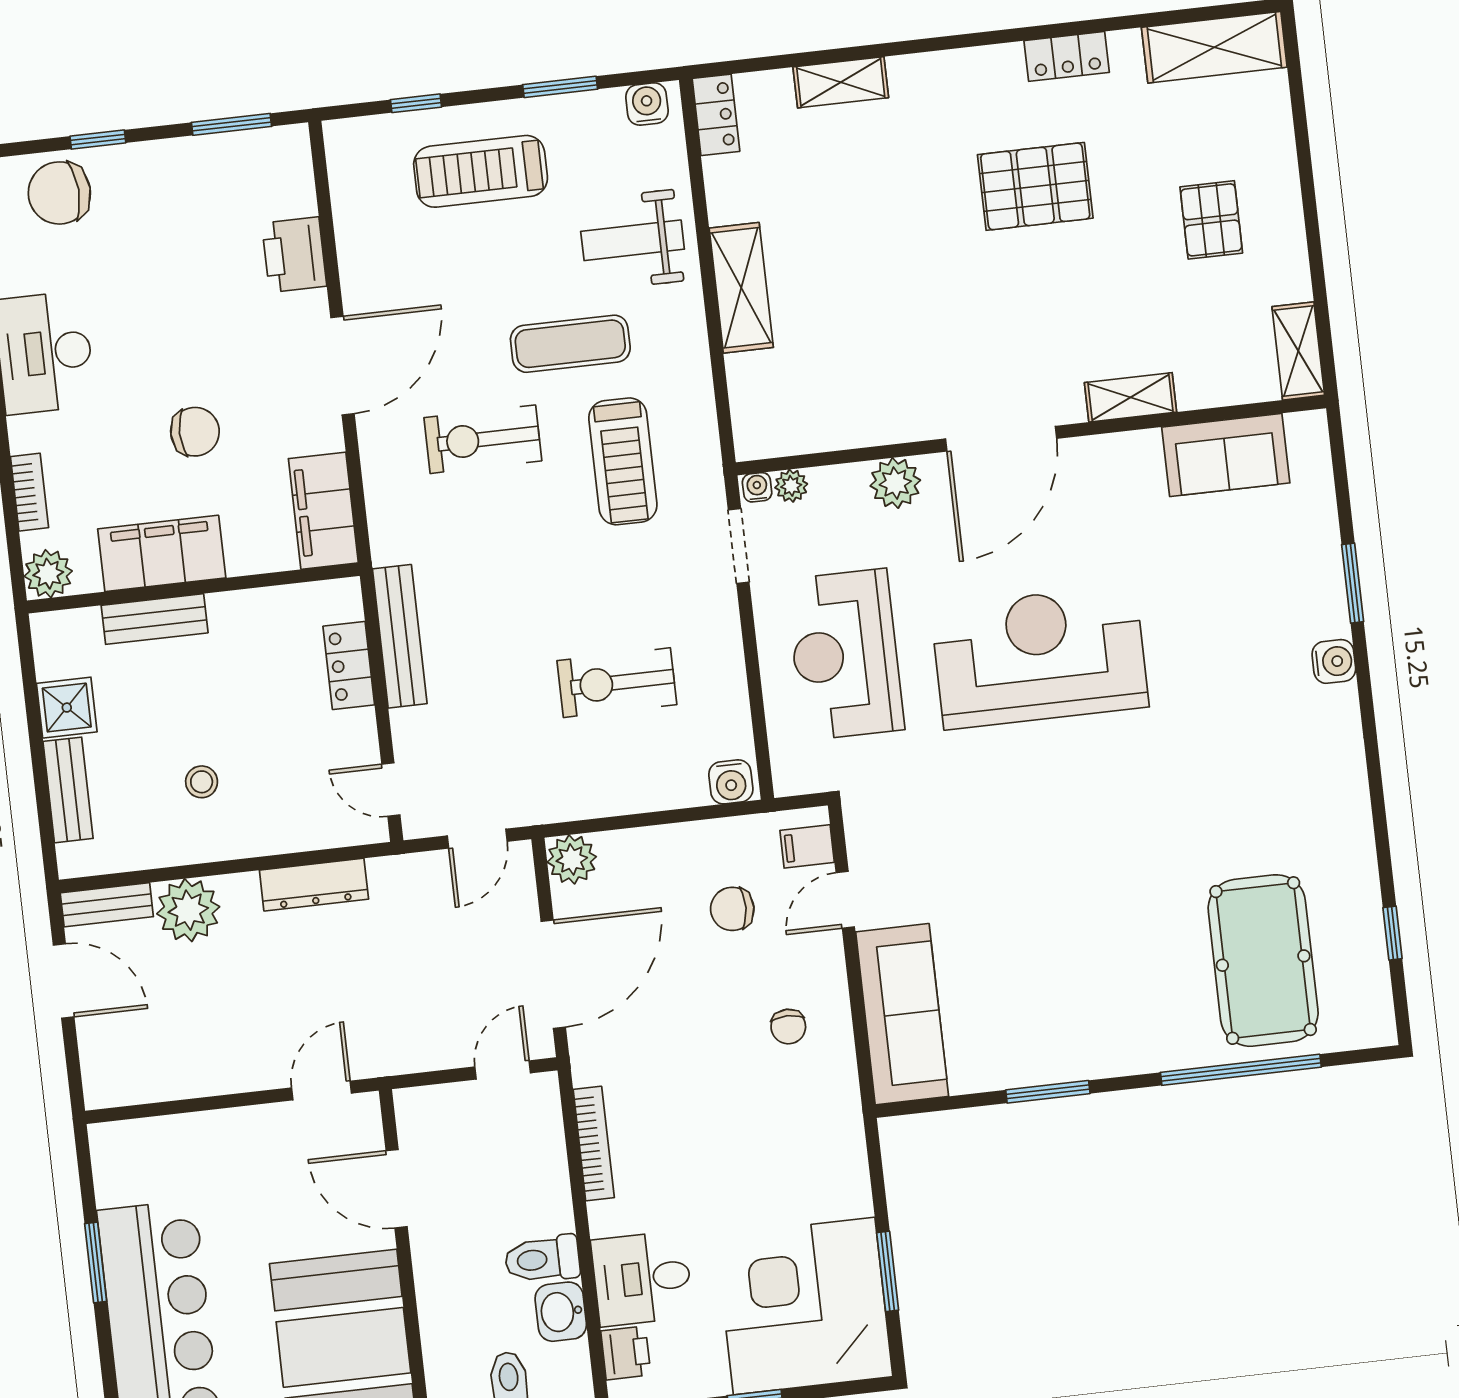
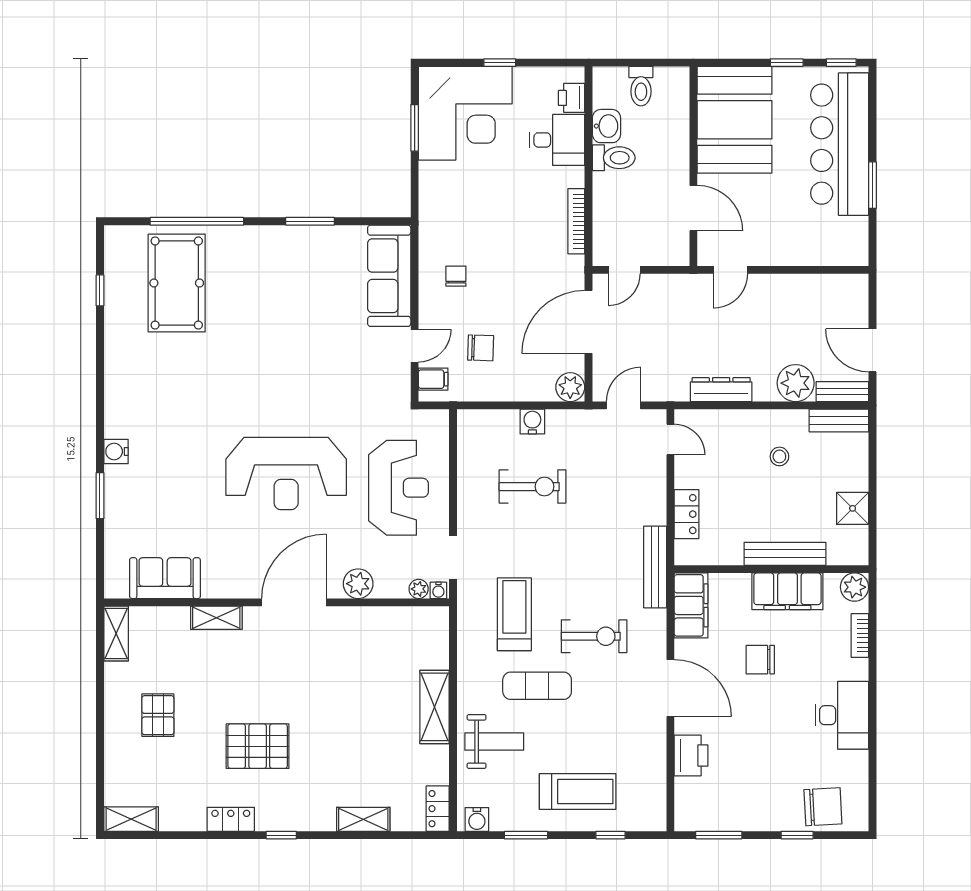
window: (978, 39) -> (281, 835), added
shelving: (1214, 47) -> (131, 819), width x0.67, depth x0.75
door: (343, 366) -> (670, 688), swing flipped
bench: (155, 619) -> (785, 554), width x1.36
bench: (400, 636) -> (655, 567), moved
water cooler: (731, 782) -> (532, 422), moved
bench: (68, 790) -> (839, 421), moved, turned 90

